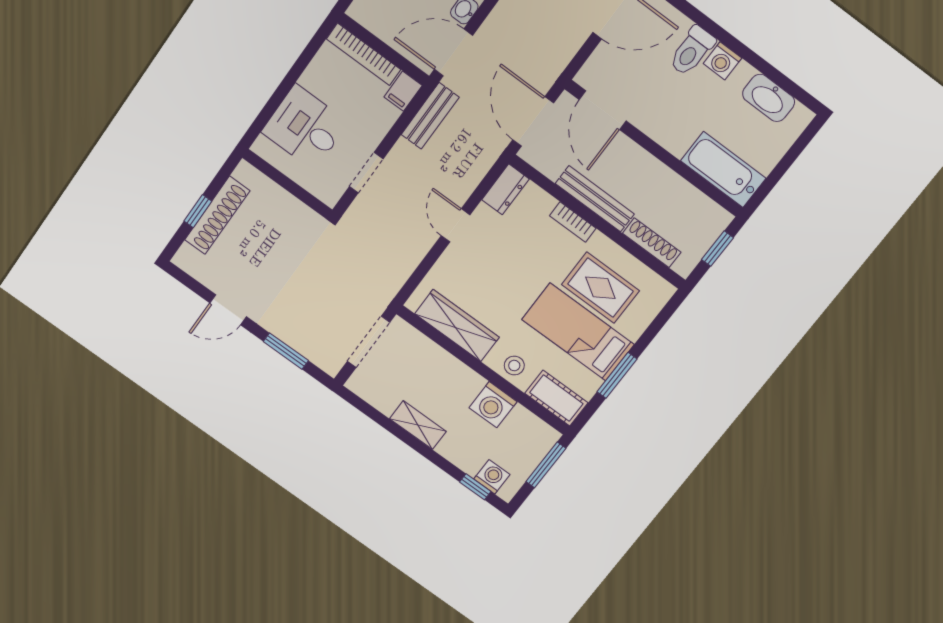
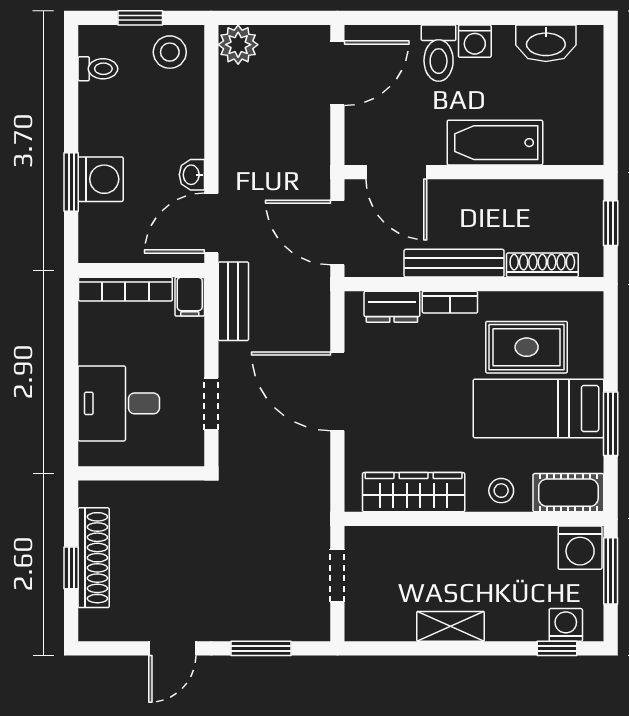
bathtub: (723, 169) -> (495, 143), moved
dresser: (505, 189) -> (392, 307), moved, turned 90
door: (455, 225) -> (337, 391), width x1.87
doorway: (369, 342) -> (337, 576), width x0.73
washing machine: (493, 405) -> (580, 548), moved

